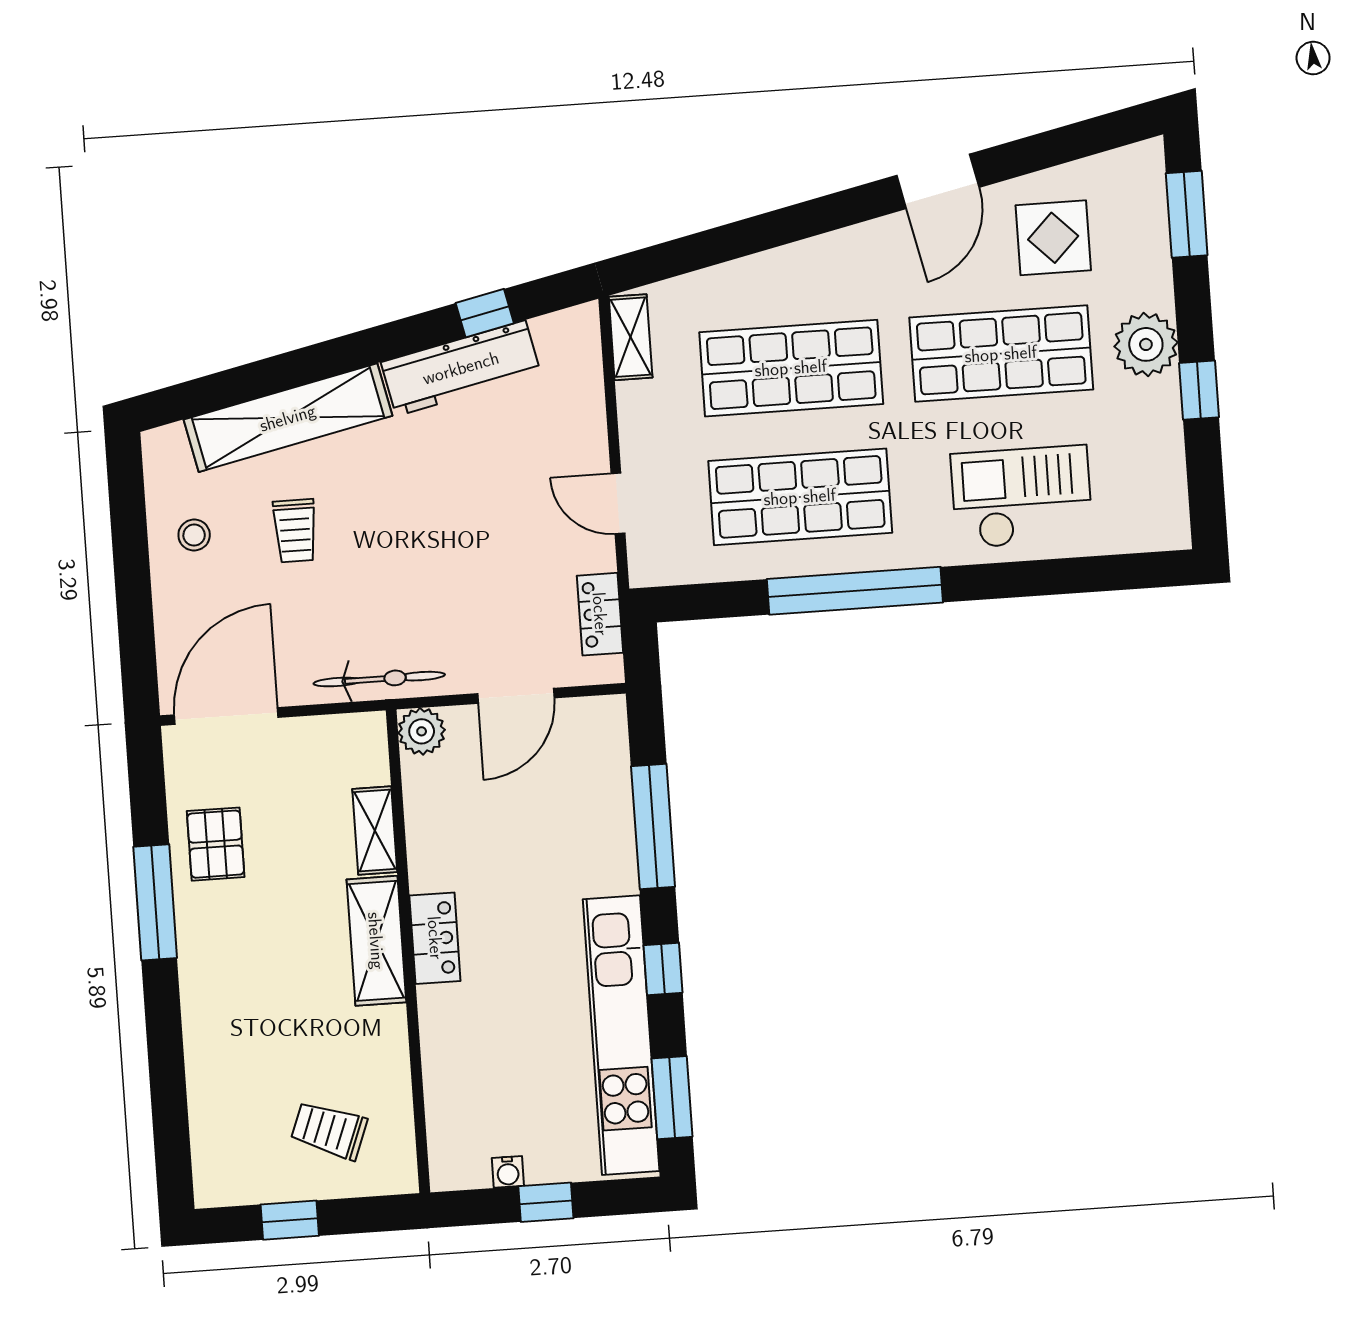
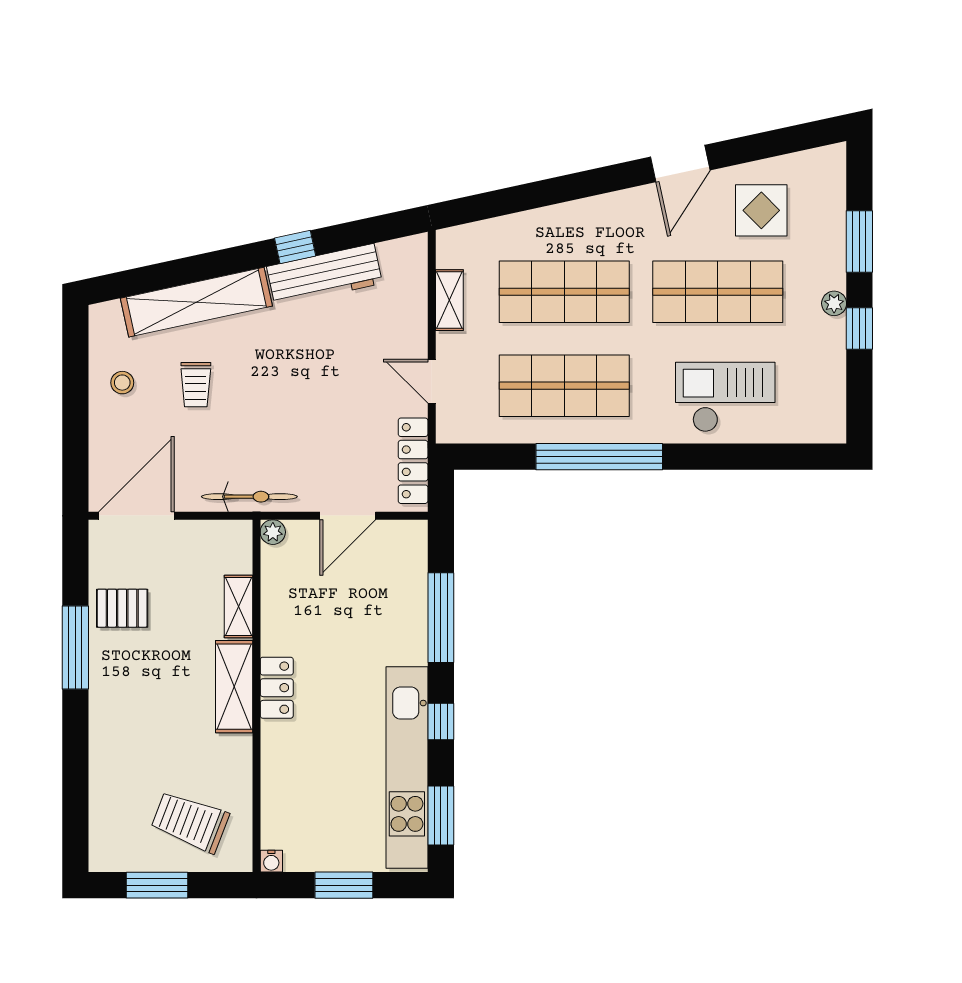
window: (1187, 214) -> (859, 241), moved
window: (485, 313) -> (295, 247), moved
shelving: (631, 337) -> (449, 300), moved
plant: (1146, 344) -> (834, 303), width x0.53, depth x0.53
locker: (600, 614) -> (413, 461), width x1.53
plant: (422, 731) -> (273, 532), width x0.73, depth x0.73
pallet: (216, 844) -> (122, 608), turned 90
trolley: (329, 1130) -> (190, 822), width x1.36, depth x1.39
water cooler: (508, 1172) -> (271, 861), moved
window: (546, 1202) -> (344, 885), width x1.50
window: (290, 1220) -> (157, 885), width x1.50

